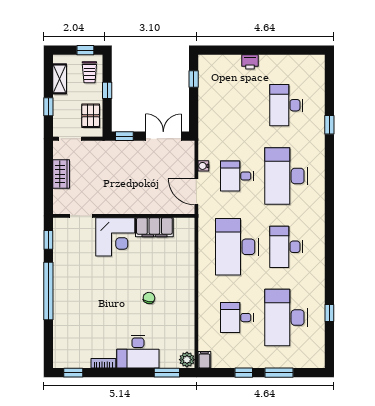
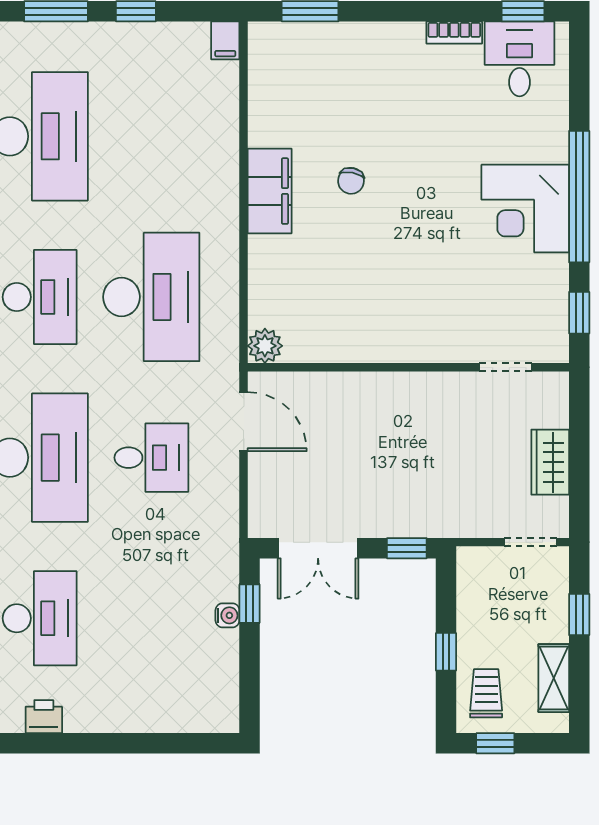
printer: (250, 62) -> (44, 717), moved
window: (194, 79) -> (250, 604), moved
pallet: (91, 116) -> (483, 594), removed
water cooler: (203, 166) -> (227, 615), moved
filing cabinet: (154, 227) -> (270, 191), moved, turned 90
corner desk: (115, 237) -> (525, 208), moved, turned -90
desk: (237, 318) -> (151, 136), removed
desk: (138, 352) -> (519, 59), moved, width x0.73
plant: (187, 360) -> (265, 346), moved

